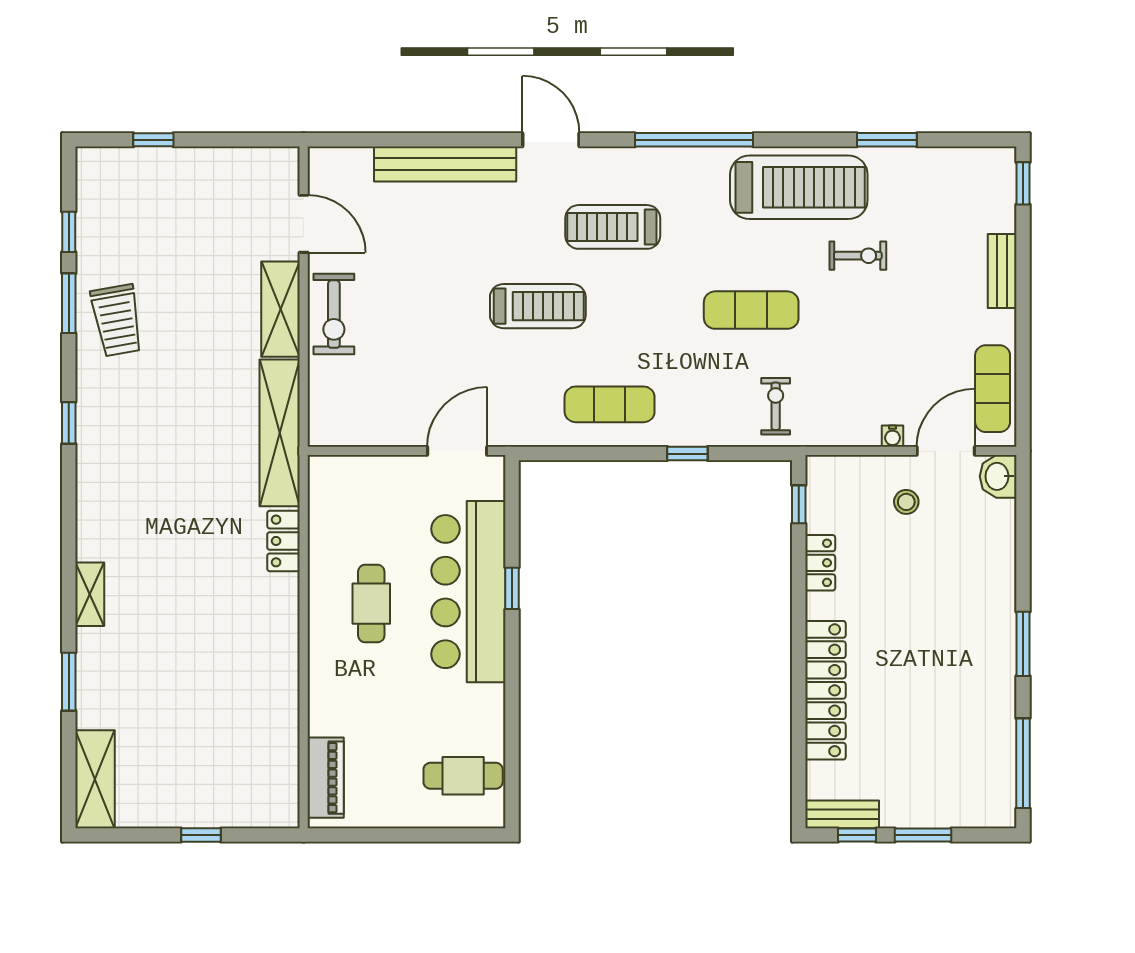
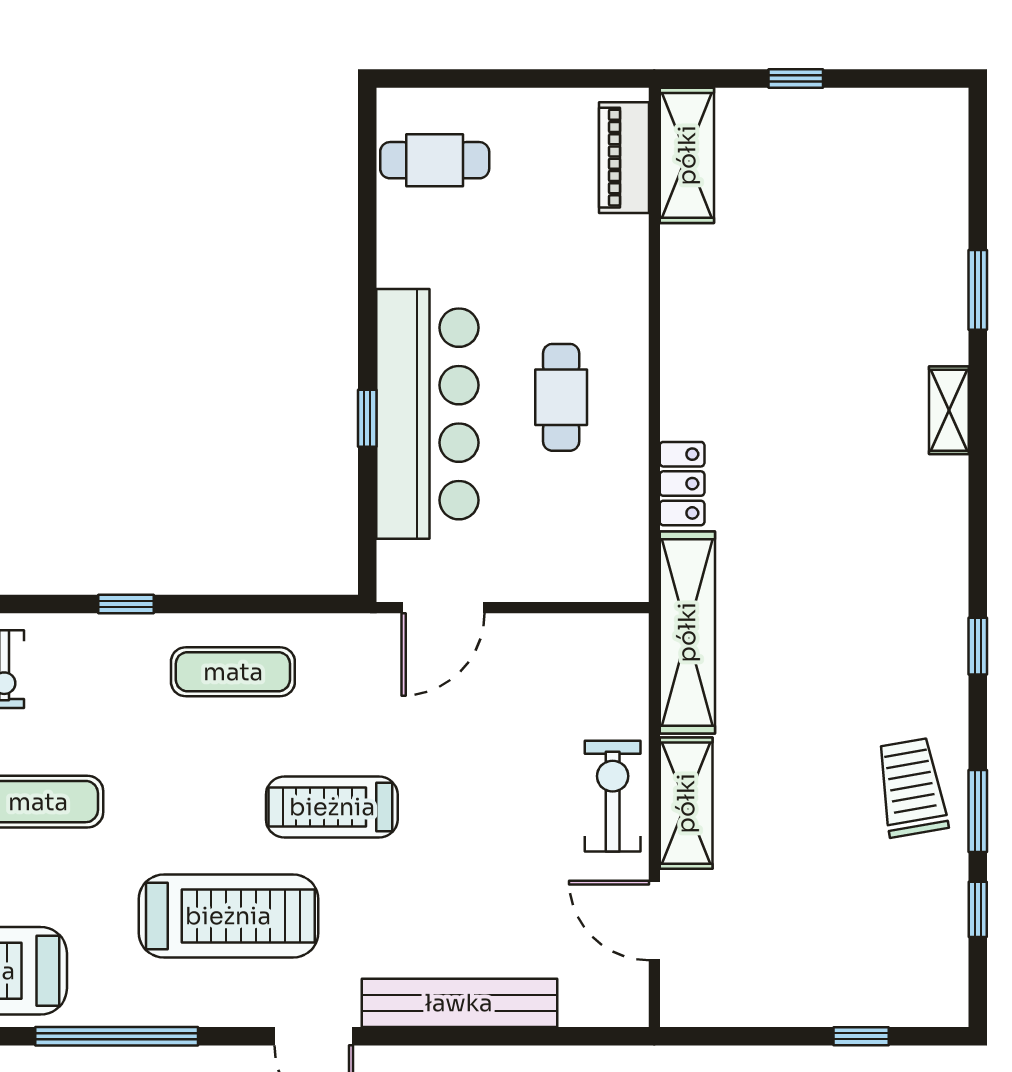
treadmill: (613, 227) -> (228, 916), width x1.37, depth x1.38
shelving: (95, 779) -> (687, 155), moved

